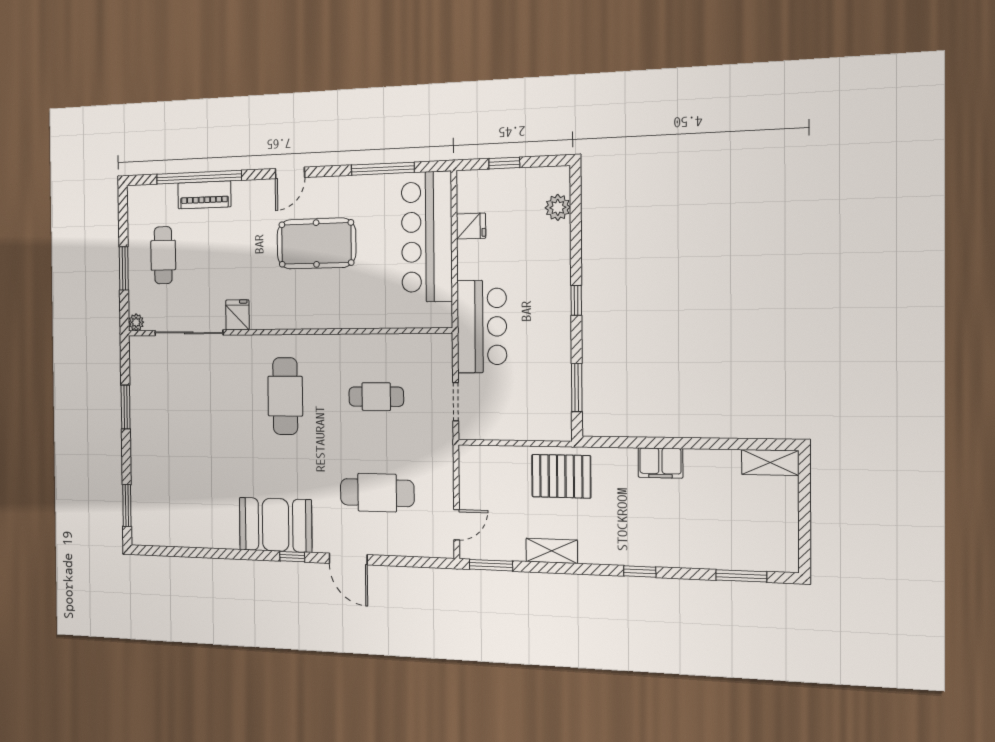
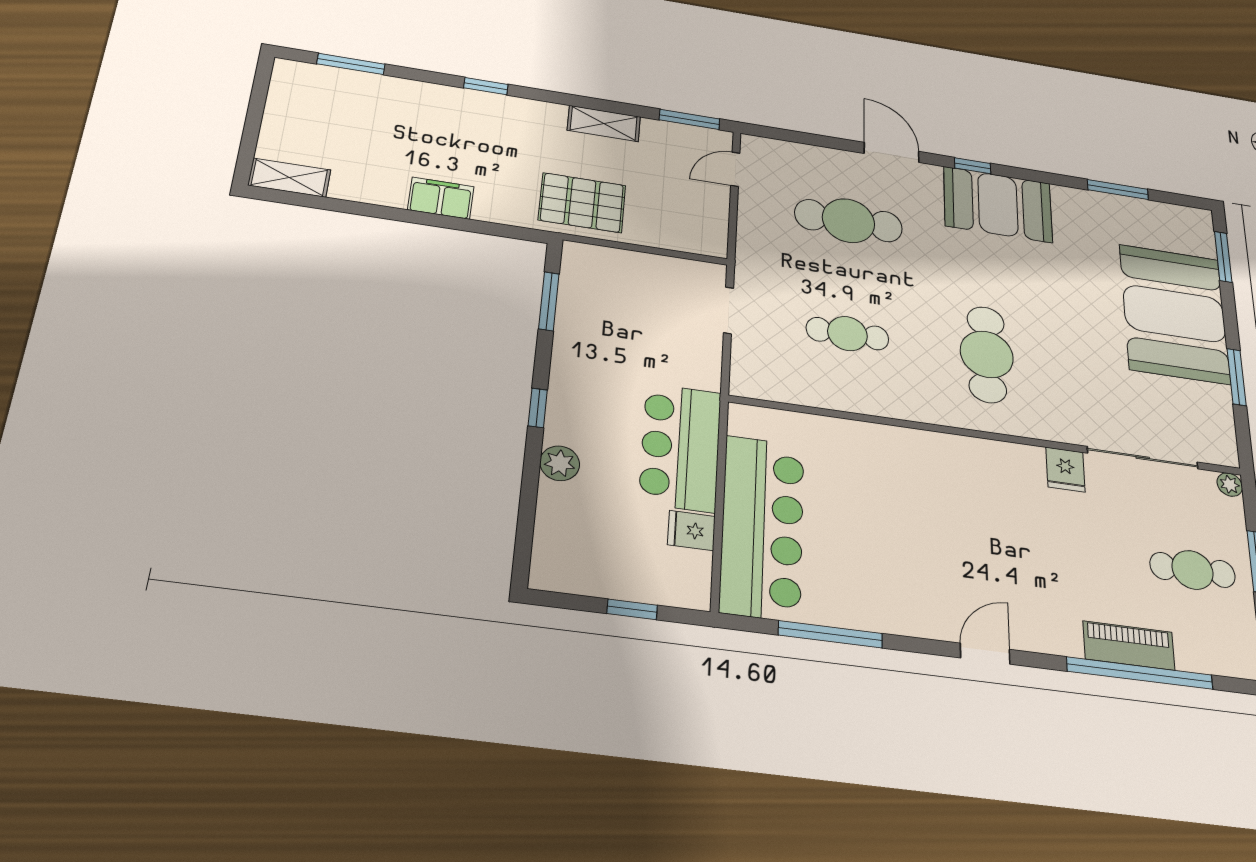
plant: (558, 207) -> (560, 463), moved
pool table: (316, 244) -> (940, 546), removed
cafe table: (163, 255) -> (1193, 570), turned 90
bar counter: (482, 327) -> (680, 447), moved
booth: (162, 452) -> (1174, 314), added
window: (194, 552) -> (1118, 190), added

